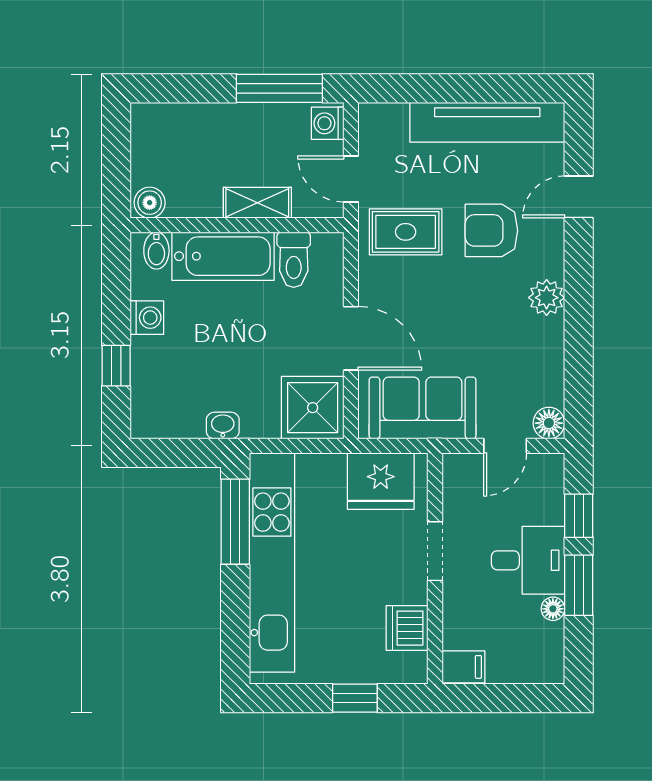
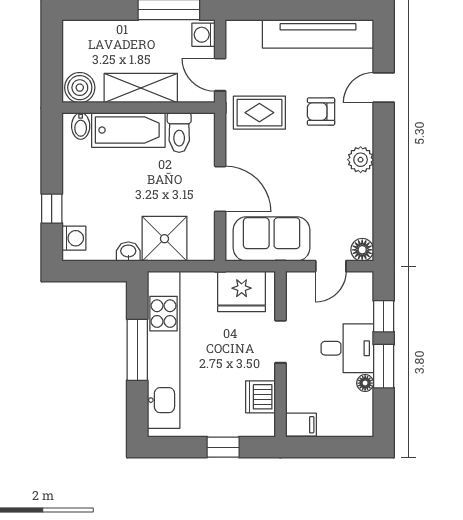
boiler: (150, 203) -> (80, 88), width x1.36, depth x1.36
shelving: (257, 203) -> (141, 88), width x1.50, depth x1.33
armchair: (491, 230) -> (321, 112), width x0.72, depth x0.72
washing machine: (147, 318) -> (74, 238), moved
shower: (313, 408) -> (164, 239), moved
window: (235, 522) -> (137, 350), moved

